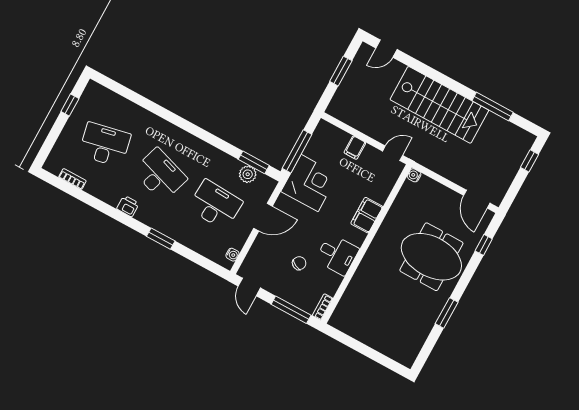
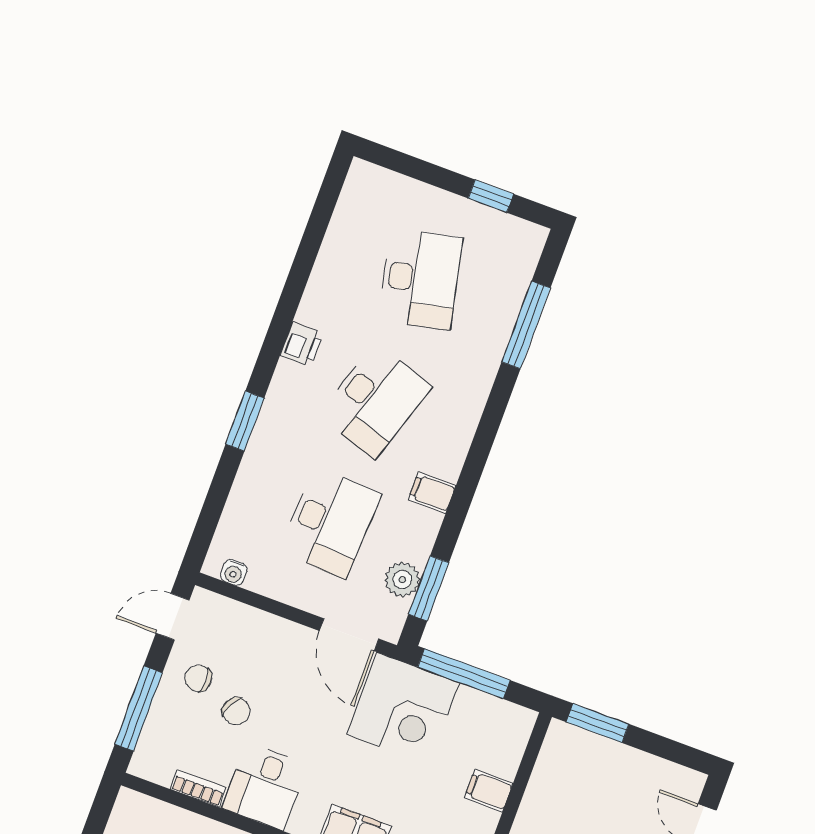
window: (341, 71) -> (597, 723), moved
window: (134, 97) -> (526, 325), added
filing cabinet: (208, 154) -> (432, 493), added
bookcase: (72, 179) -> (340, 223), removed
door: (263, 217) -> (349, 635), moved
chair: (281, 279) -> (198, 678), added
bookcase: (323, 307) -> (198, 788), moved

